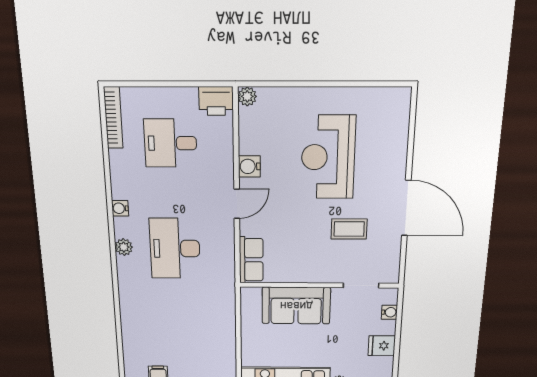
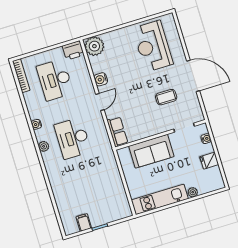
plant: (247, 96) -> (94, 46), width x1.87, depth x1.87
desk: (170, 143) -> (55, 80), width x1.37
reception desk: (328, 157) -> (153, 46), moved

